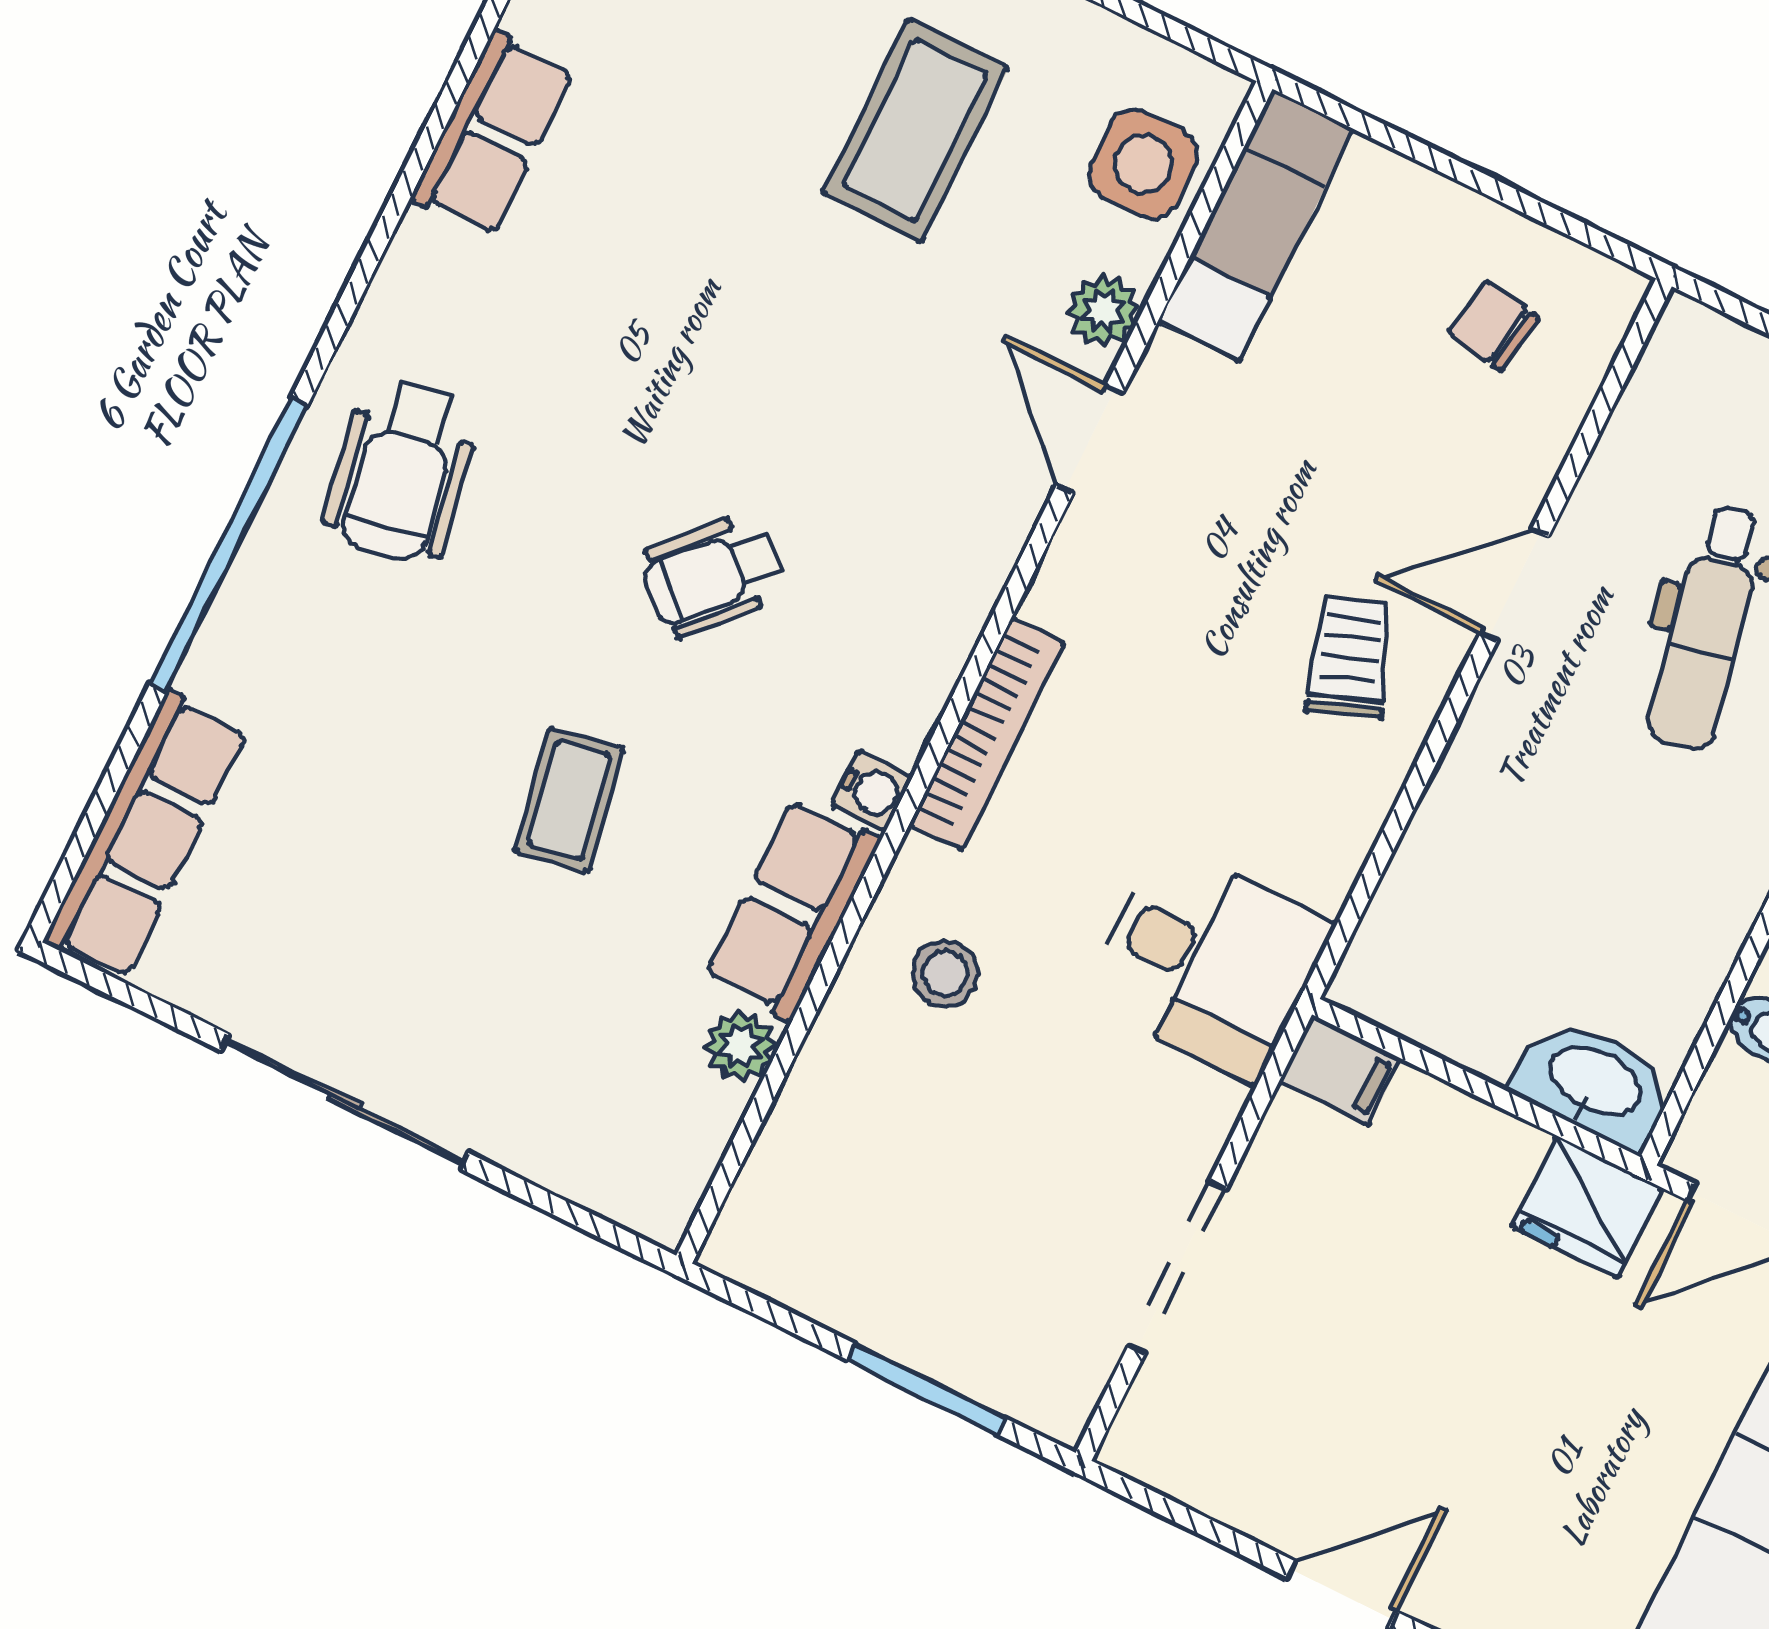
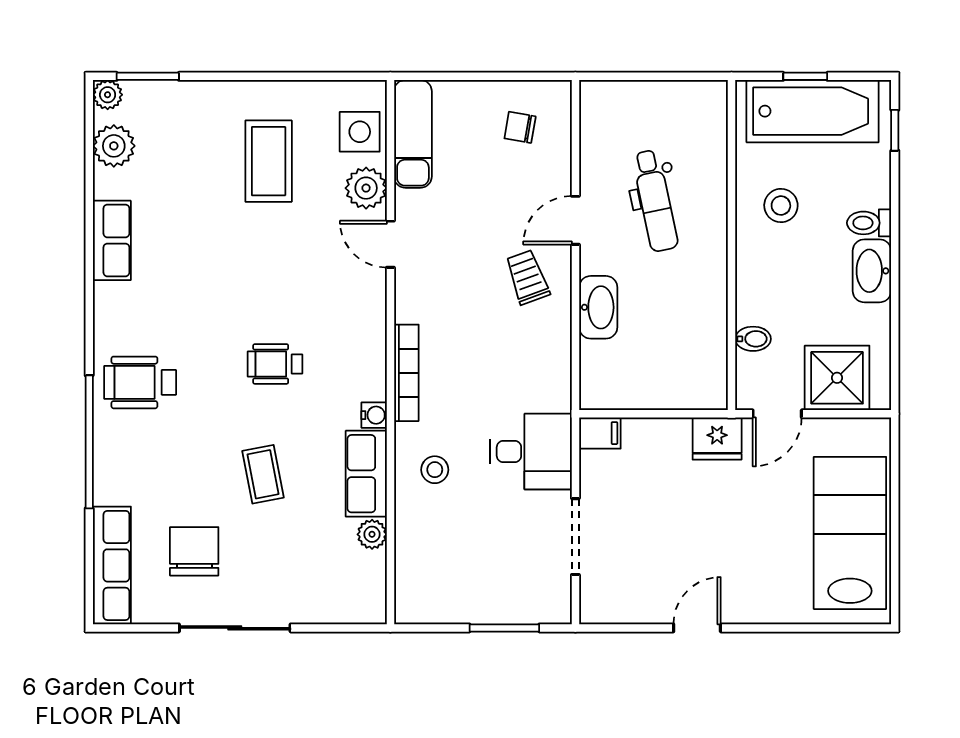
plant: (1103, 311) -> (366, 188), width x1.38, depth x1.38
wheelchair: (402, 471) -> (140, 382), turned 100
wheelchair: (713, 575) -> (275, 364), turned 47
chair: (339, 893) -> (194, 551), added
desk: (1209, 962) -> (531, 452), moved
washbasin: (1594, 1083) -> (598, 307), moved, turned 90

